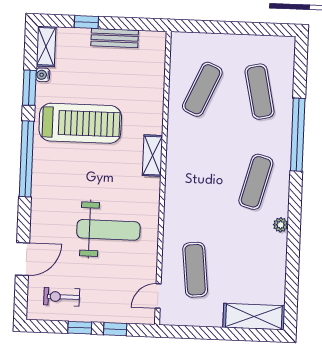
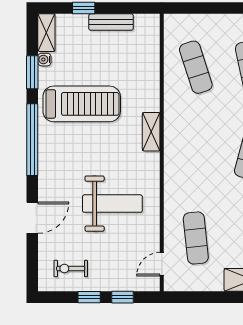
exercise mat: (202, 89) -> (196, 67), turned -42
door: (22, 259) -> (32, 218), moved

